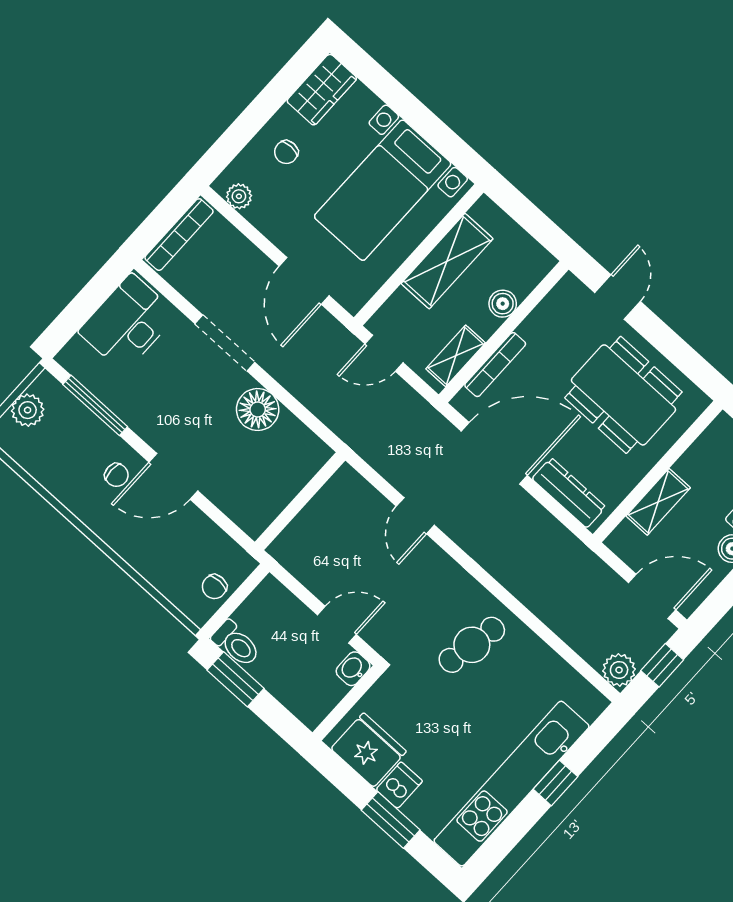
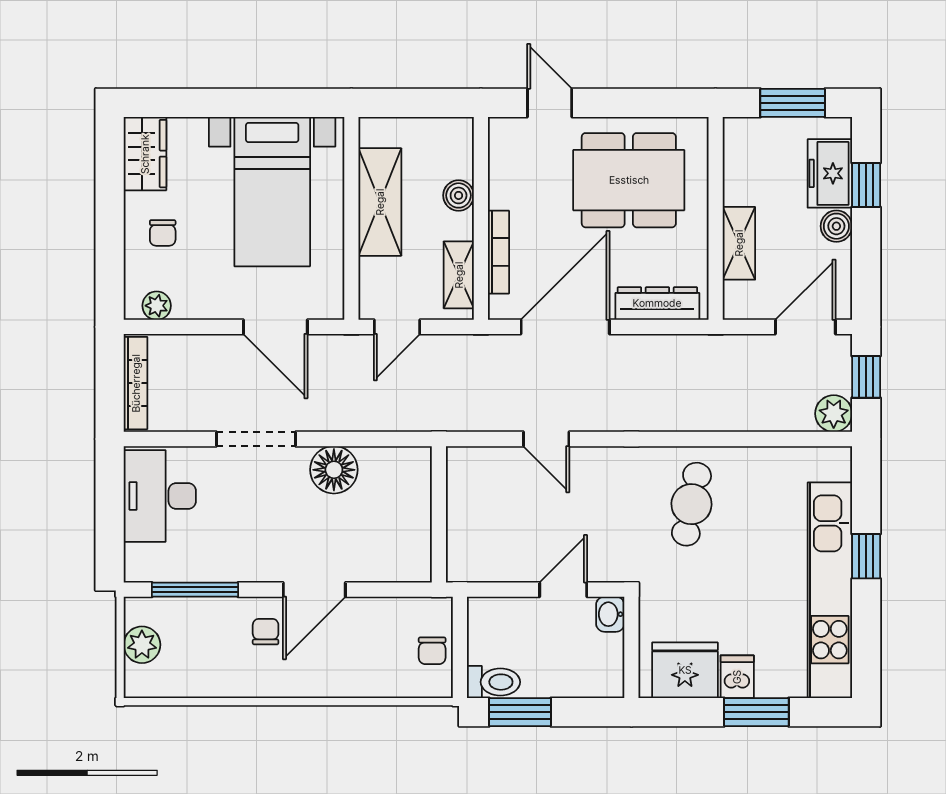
chair: (116, 475) -> (266, 632), turned -90

